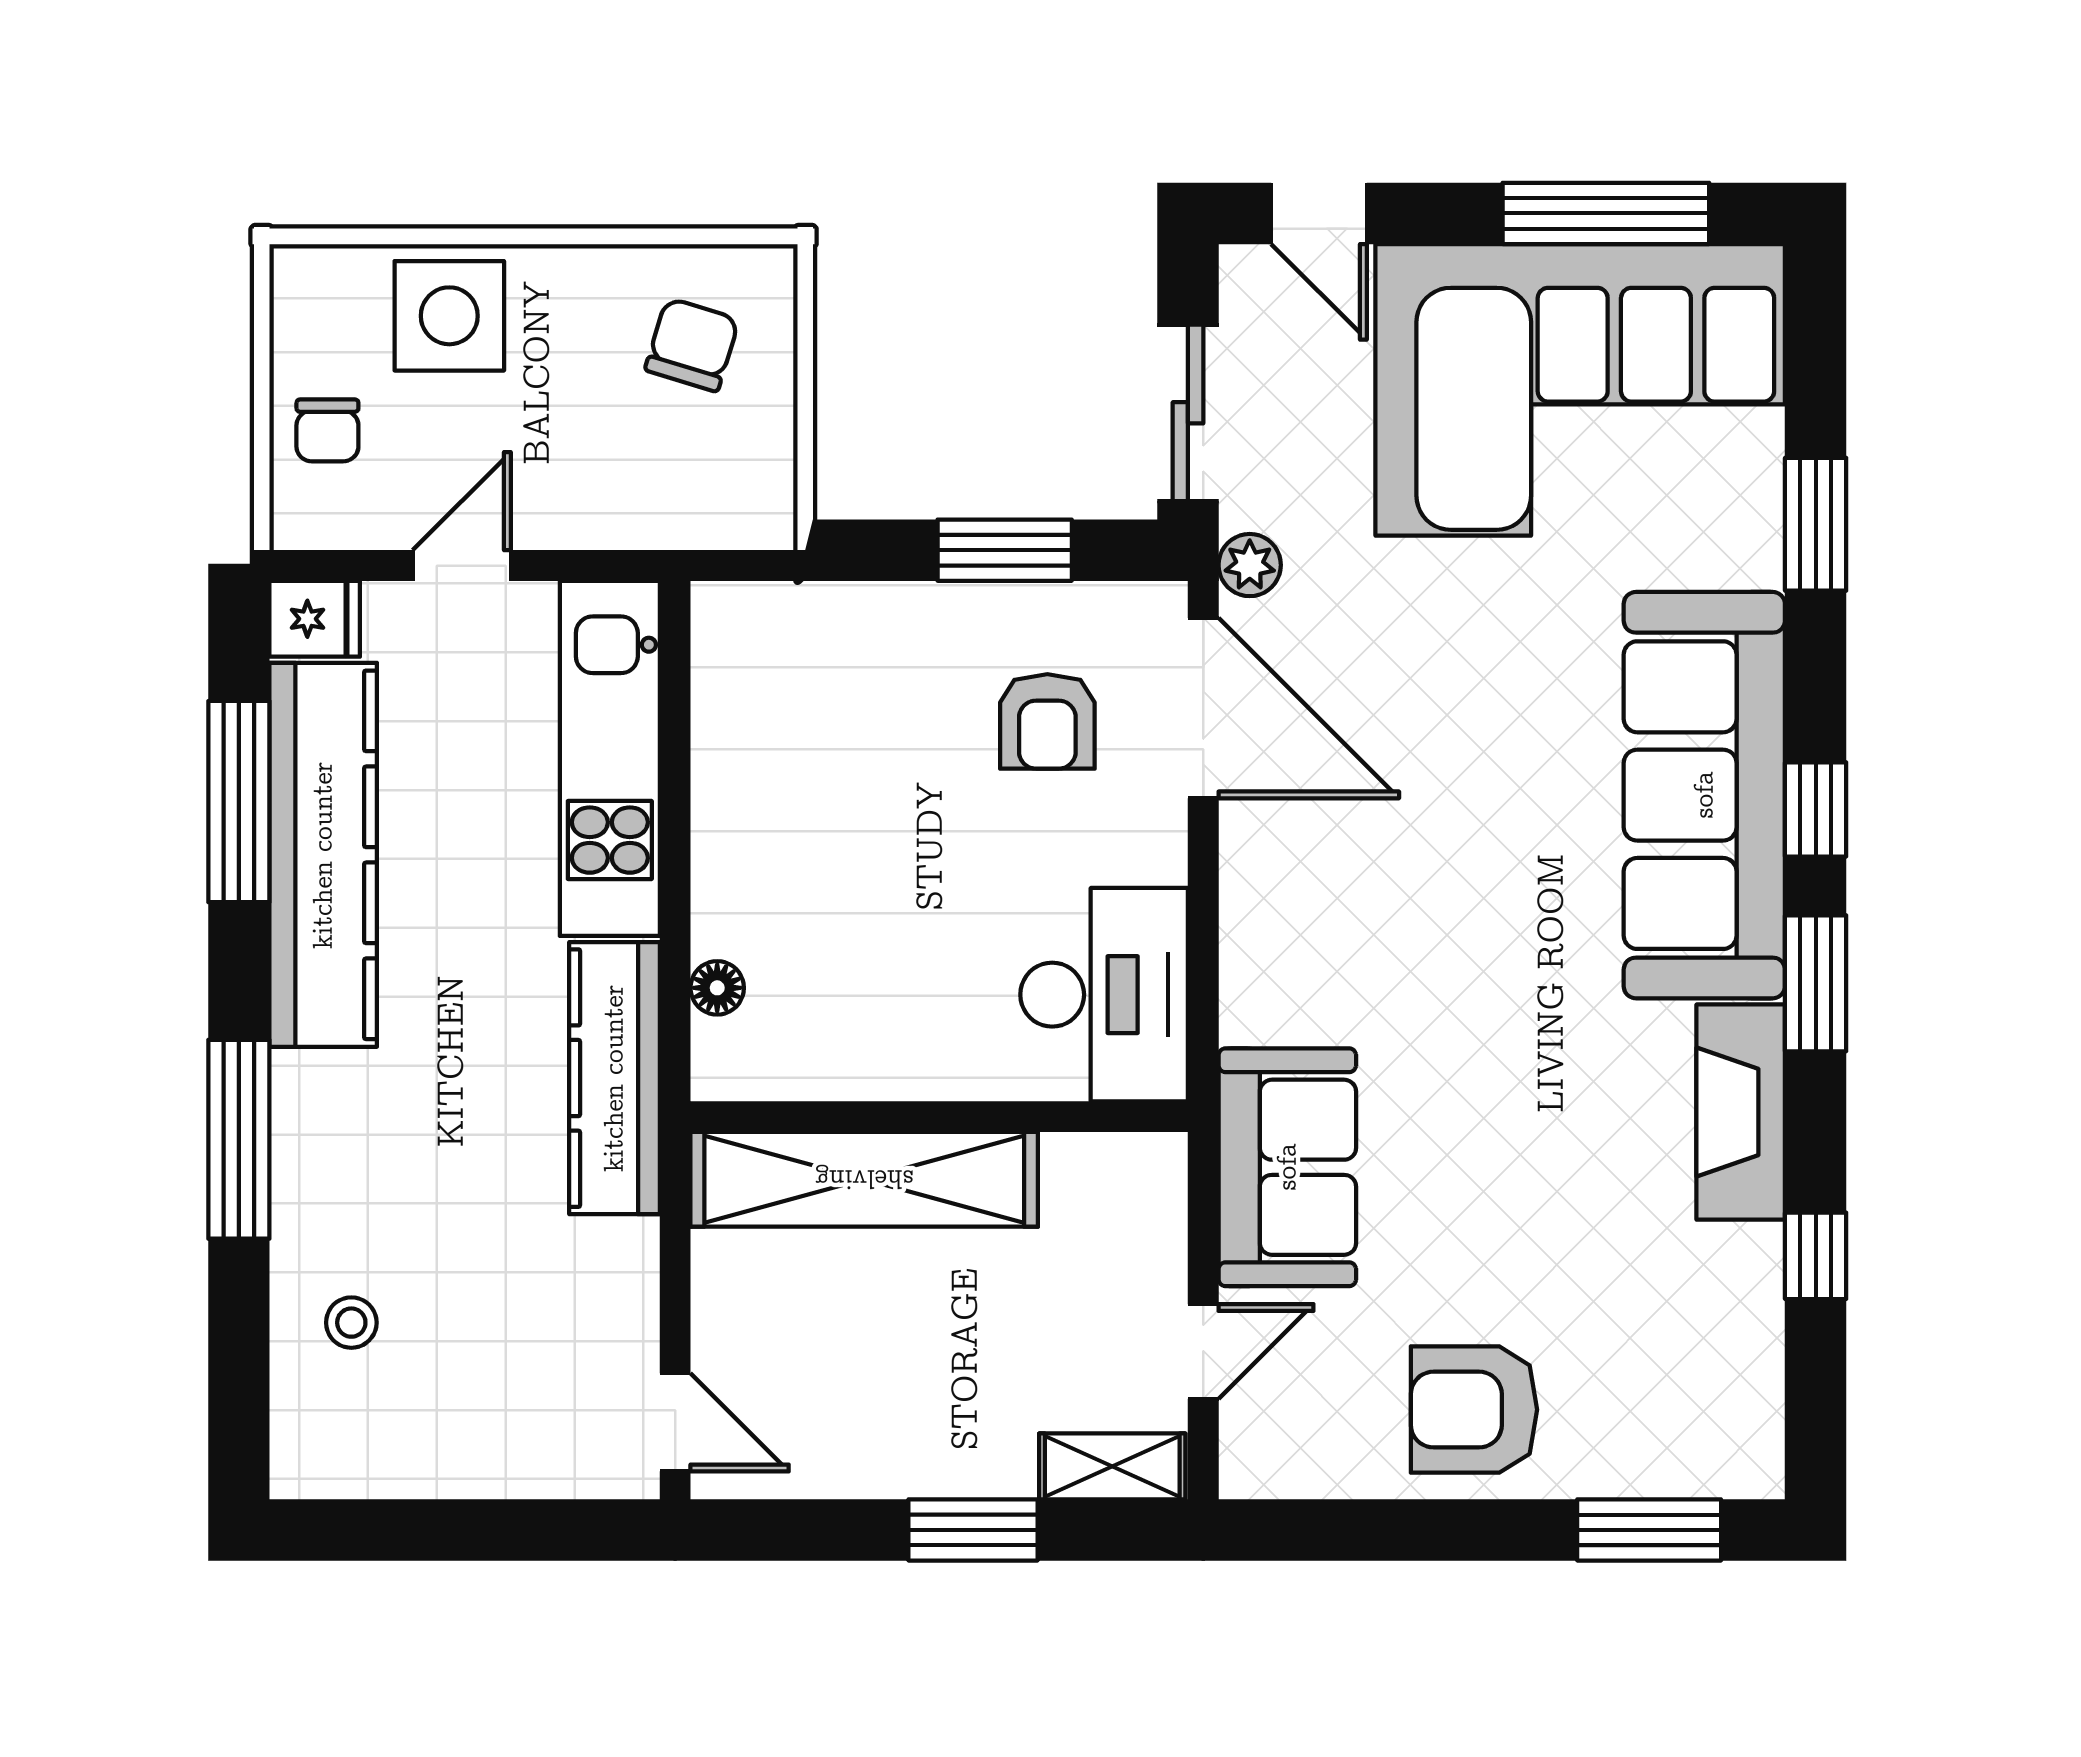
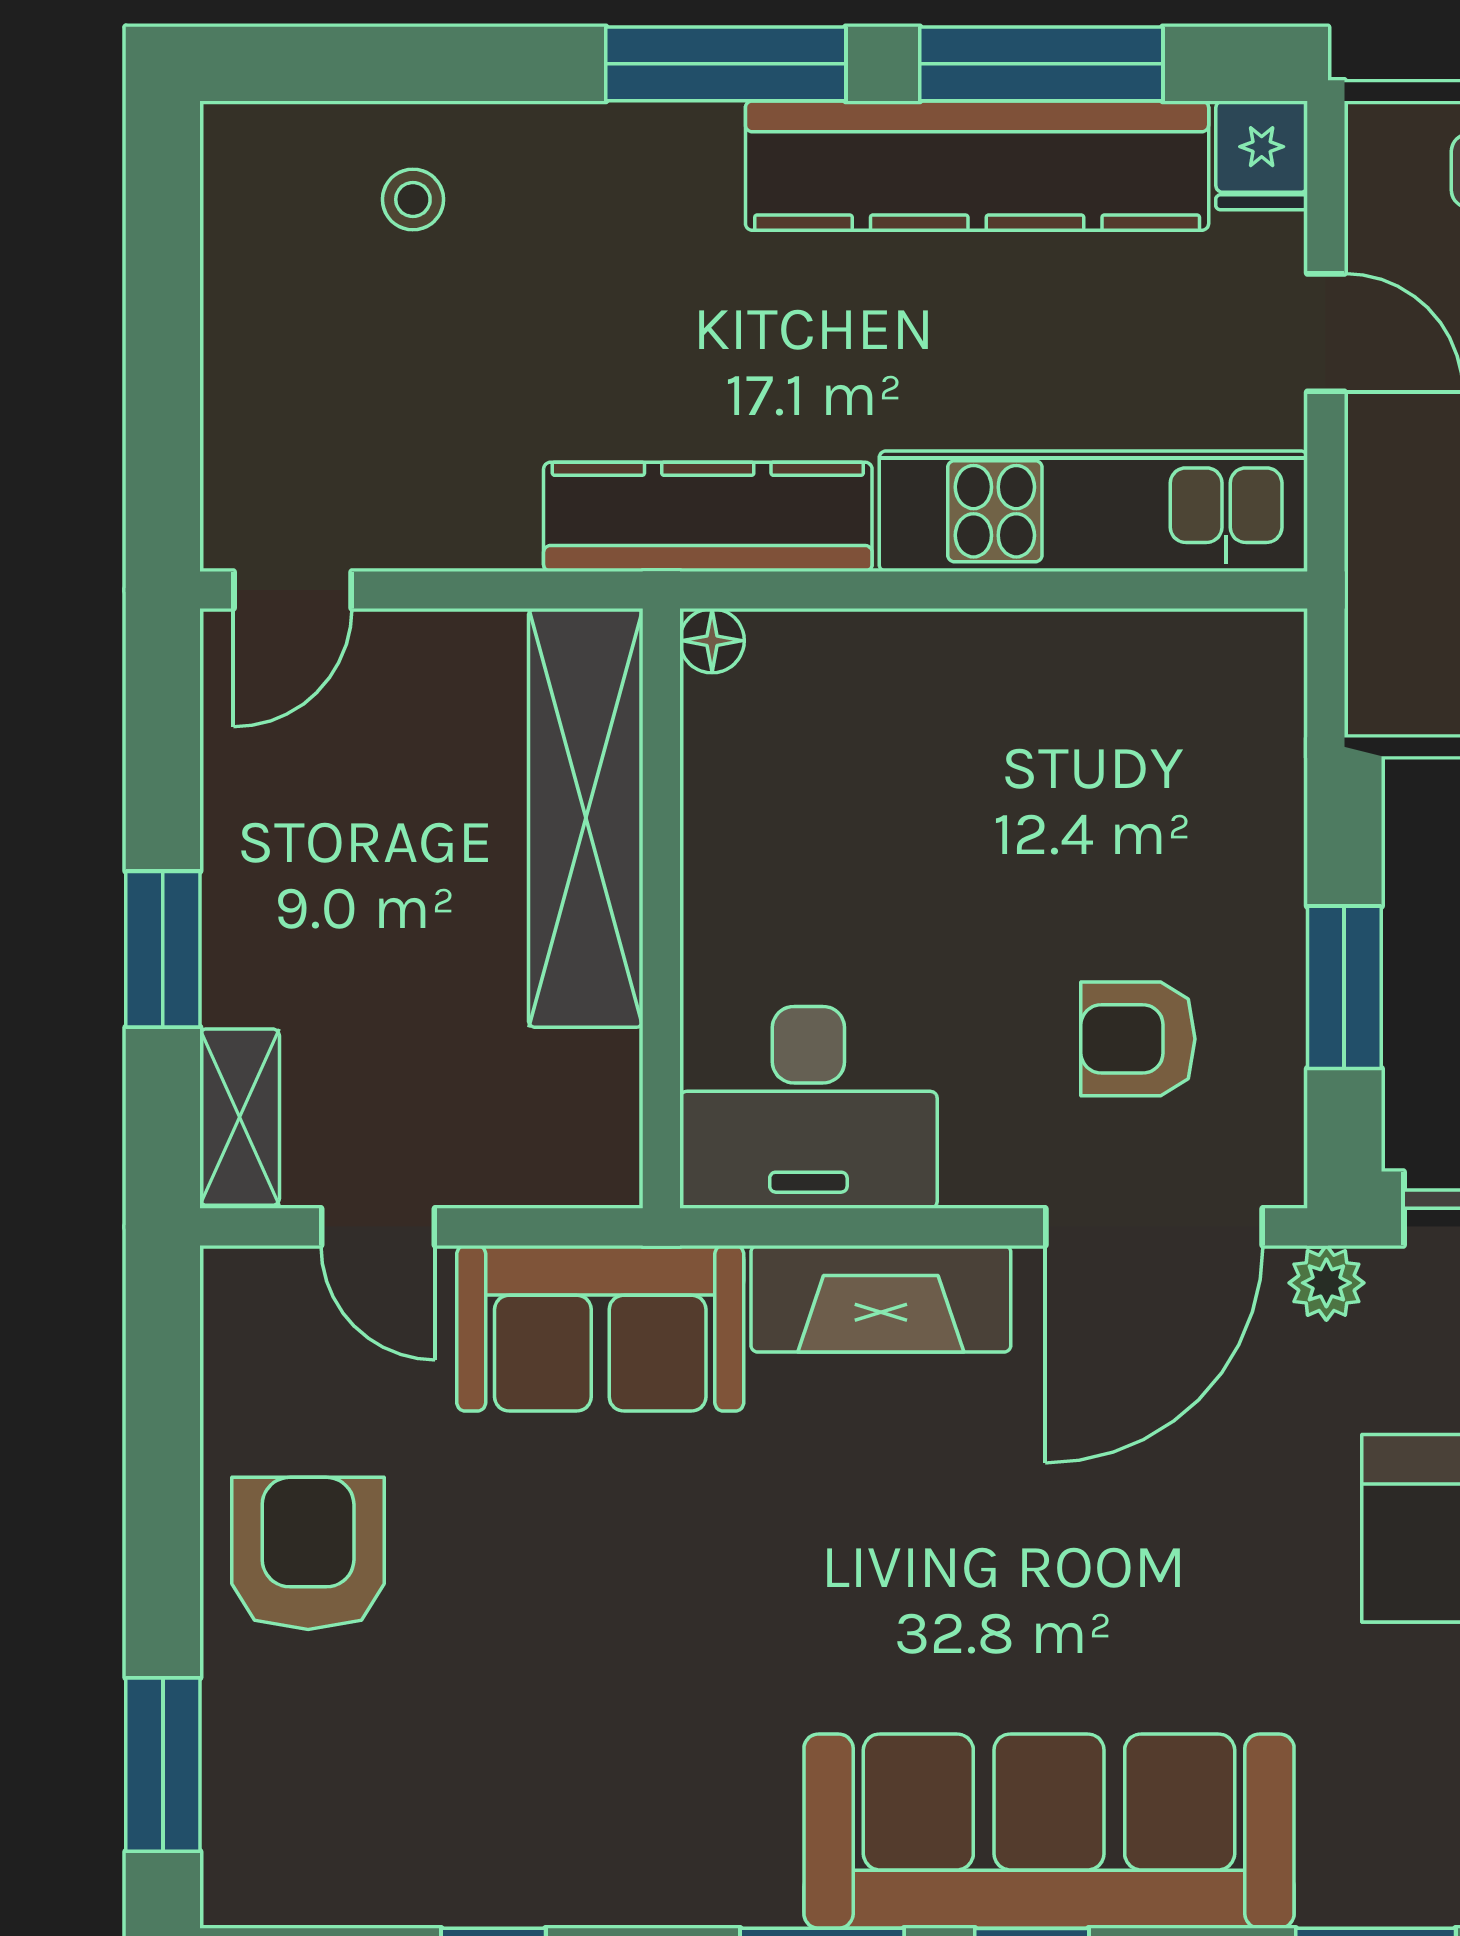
floor lamp: (717, 988) -> (712, 641), moved
fireplace: (1741, 1112) -> (881, 1299), moved, turned 180
window: (239, 1139) -> (726, 64), moved

